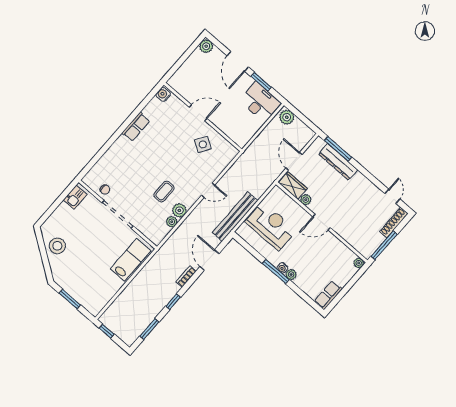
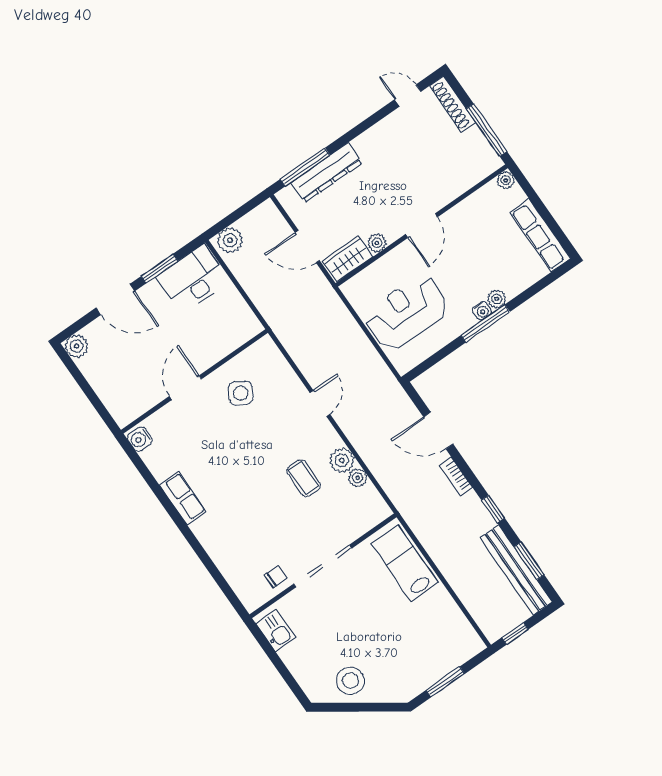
bench: (235, 217) -> (516, 570), moved
row of seats: (328, 295) -> (540, 235), width x1.48

